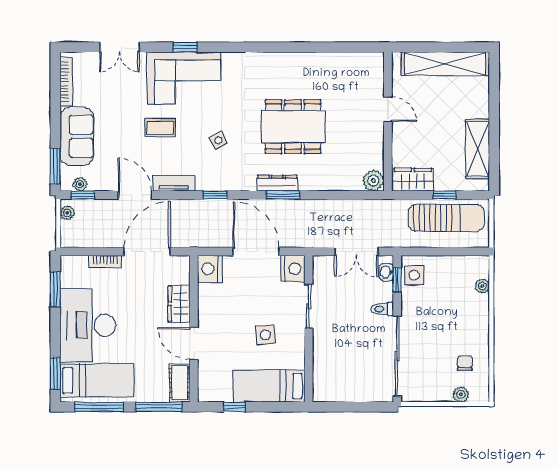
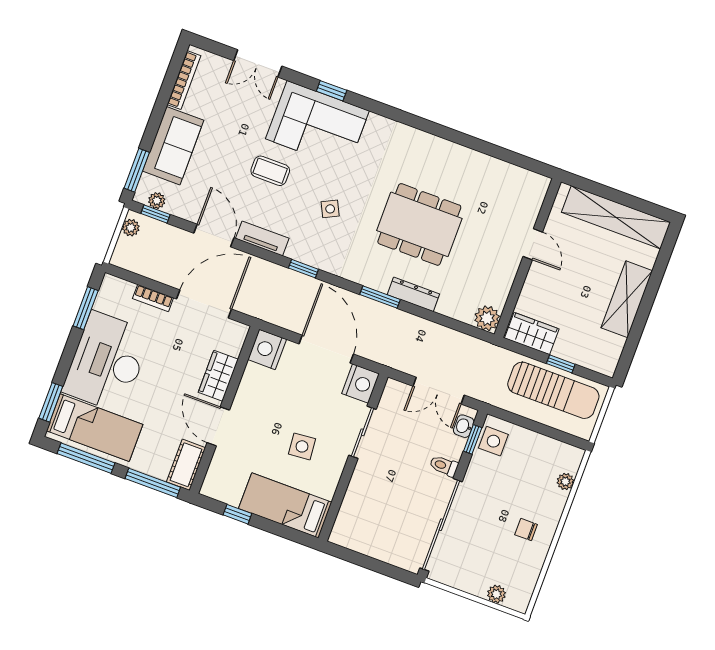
shelving: (477, 149) -> (627, 299), moved
dresser: (277, 183) -> (413, 294), moved
chair: (465, 363) -> (526, 530), moved, turned -90

